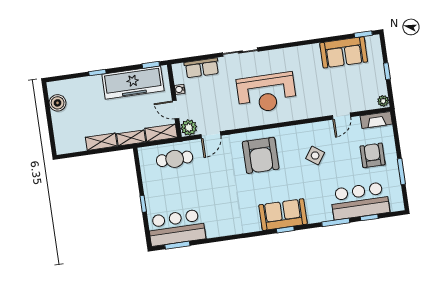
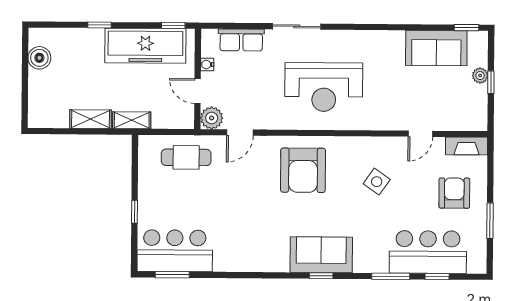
plant: (383, 101) -> (480, 76), moved
shelving: (161, 133) -> (173, 120), removed

